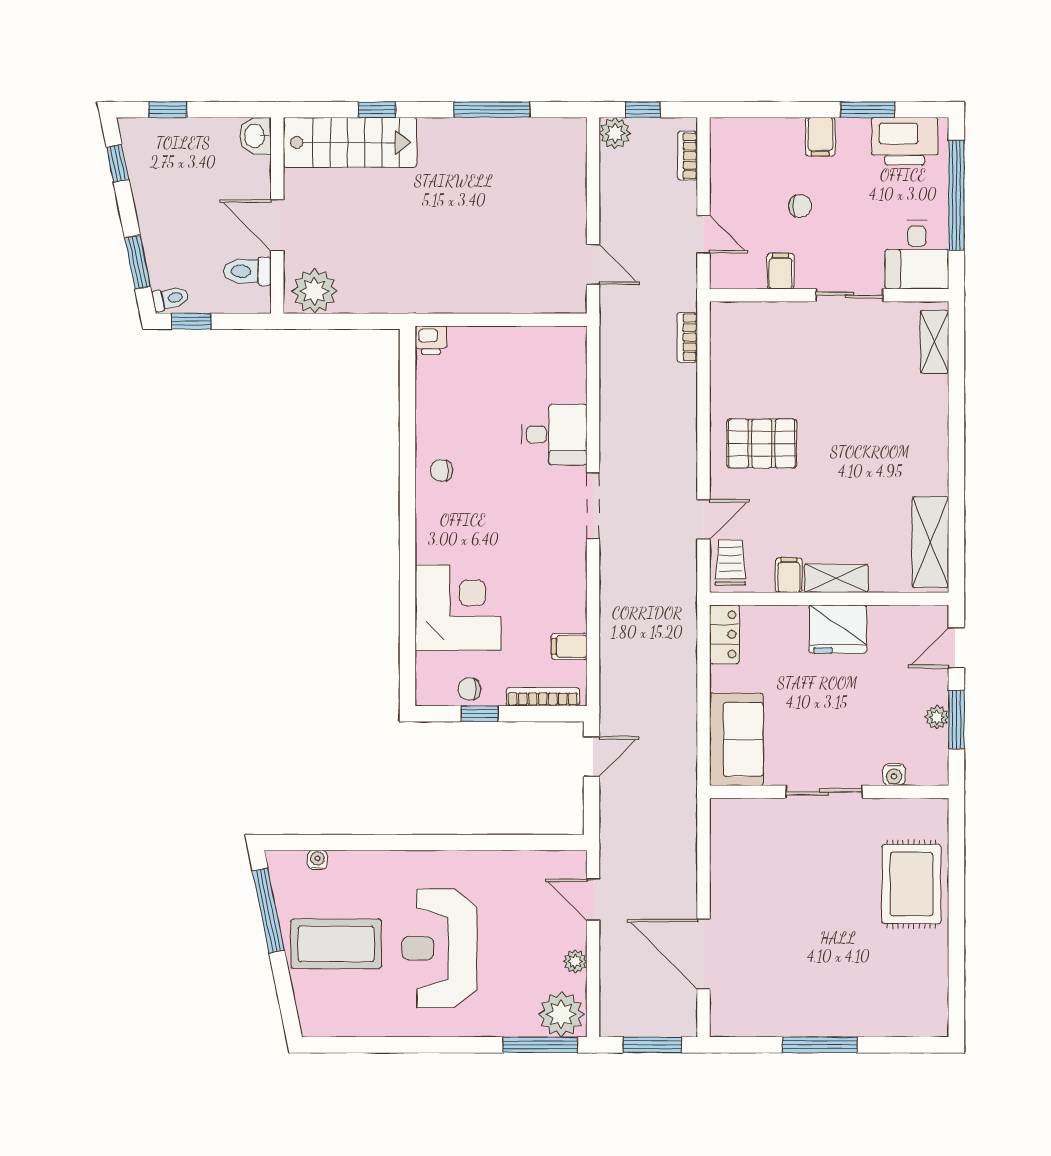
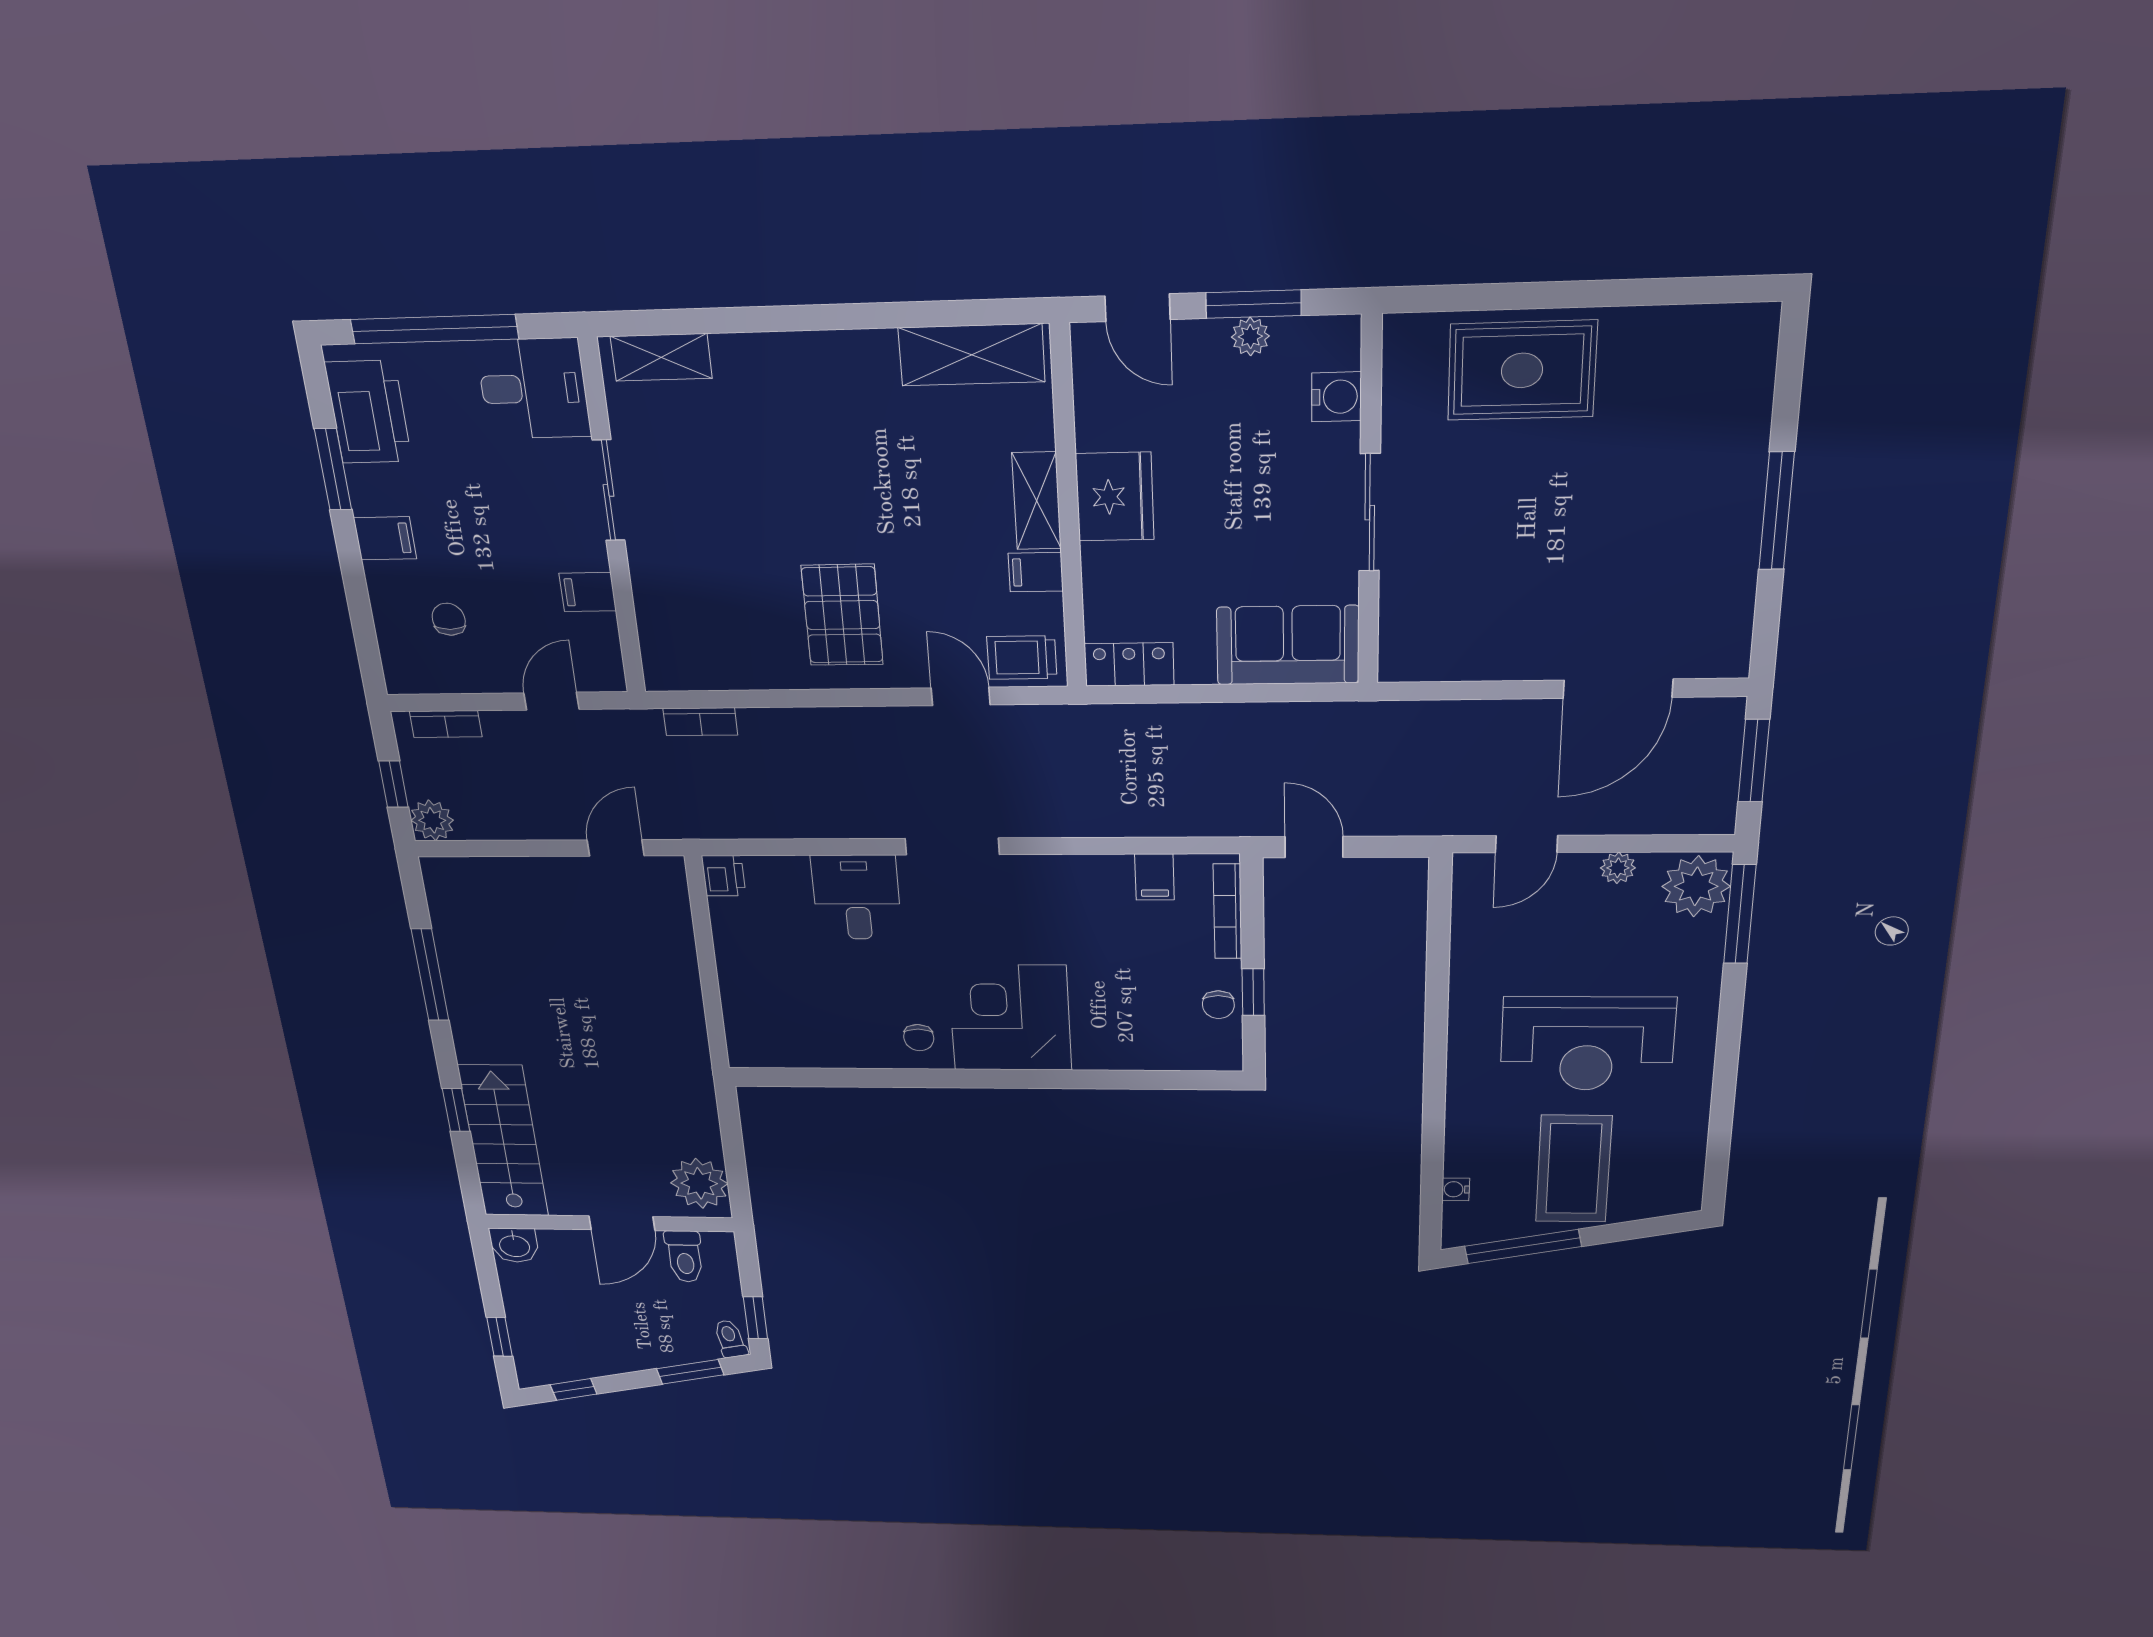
chair: (800, 206) -> (449, 619), moved
printer: (431, 340) -> (724, 876), moved
corner desk: (458, 608) -> (1010, 1018), moved
water cooler: (894, 775) -> (1336, 397), width x1.38, depth x1.38

